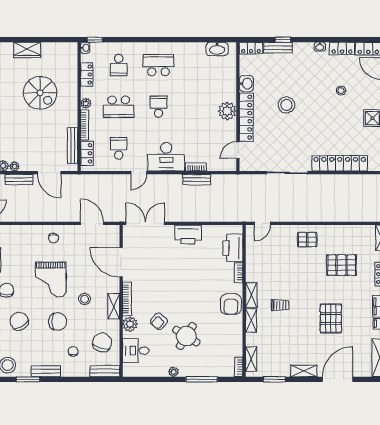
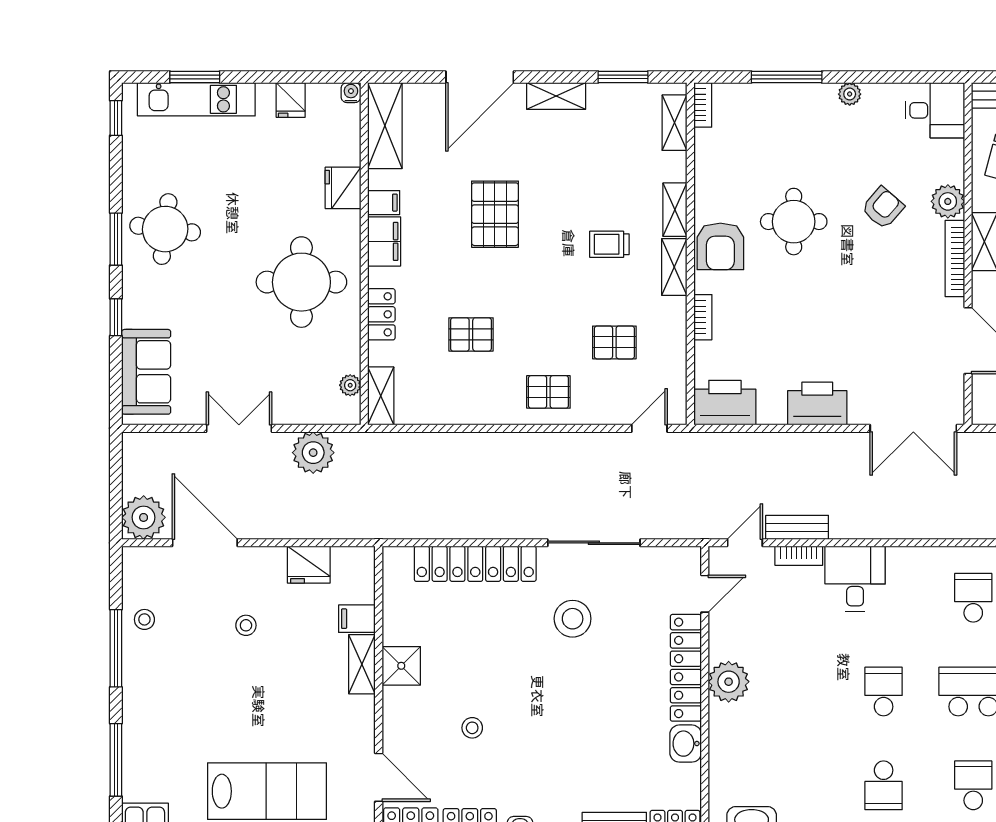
school desk: (159, 65) -> (884, 785), width x0.54
stool: (286, 105) -> (573, 619), moved
school desk: (159, 107) -> (884, 692), turned 180
school desk: (119, 148) -> (973, 598), turned 180
desk: (166, 157) -> (855, 579), width x0.73
door: (139, 173) -> (745, 543), moved
printer: (233, 248) -> (725, 403), moved, turned -90
pallet: (278, 262) -> (614, 342), added
pallet: (342, 265) -> (471, 334), width x0.67, depth x0.71
armchair: (231, 304) -> (720, 246), turned 180
round table: (186, 336) -> (794, 222), moved, turned -32
desk: (136, 351) -> (935, 110), moved

